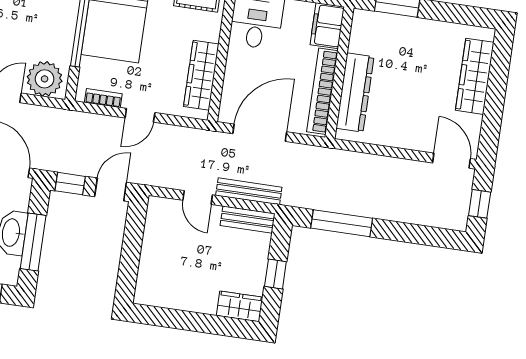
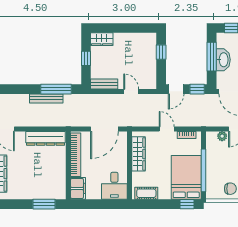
plant: (45, 79) -> (222, 136), width x0.53, depth x0.53
dresser: (355, 93) -> (46, 138), moved, turned -90
door: (140, 115) -> (167, 129), hinge flipped
bench: (249, 191) -> (46, 98), moved
window: (129, 265) -> (161, 52), added

